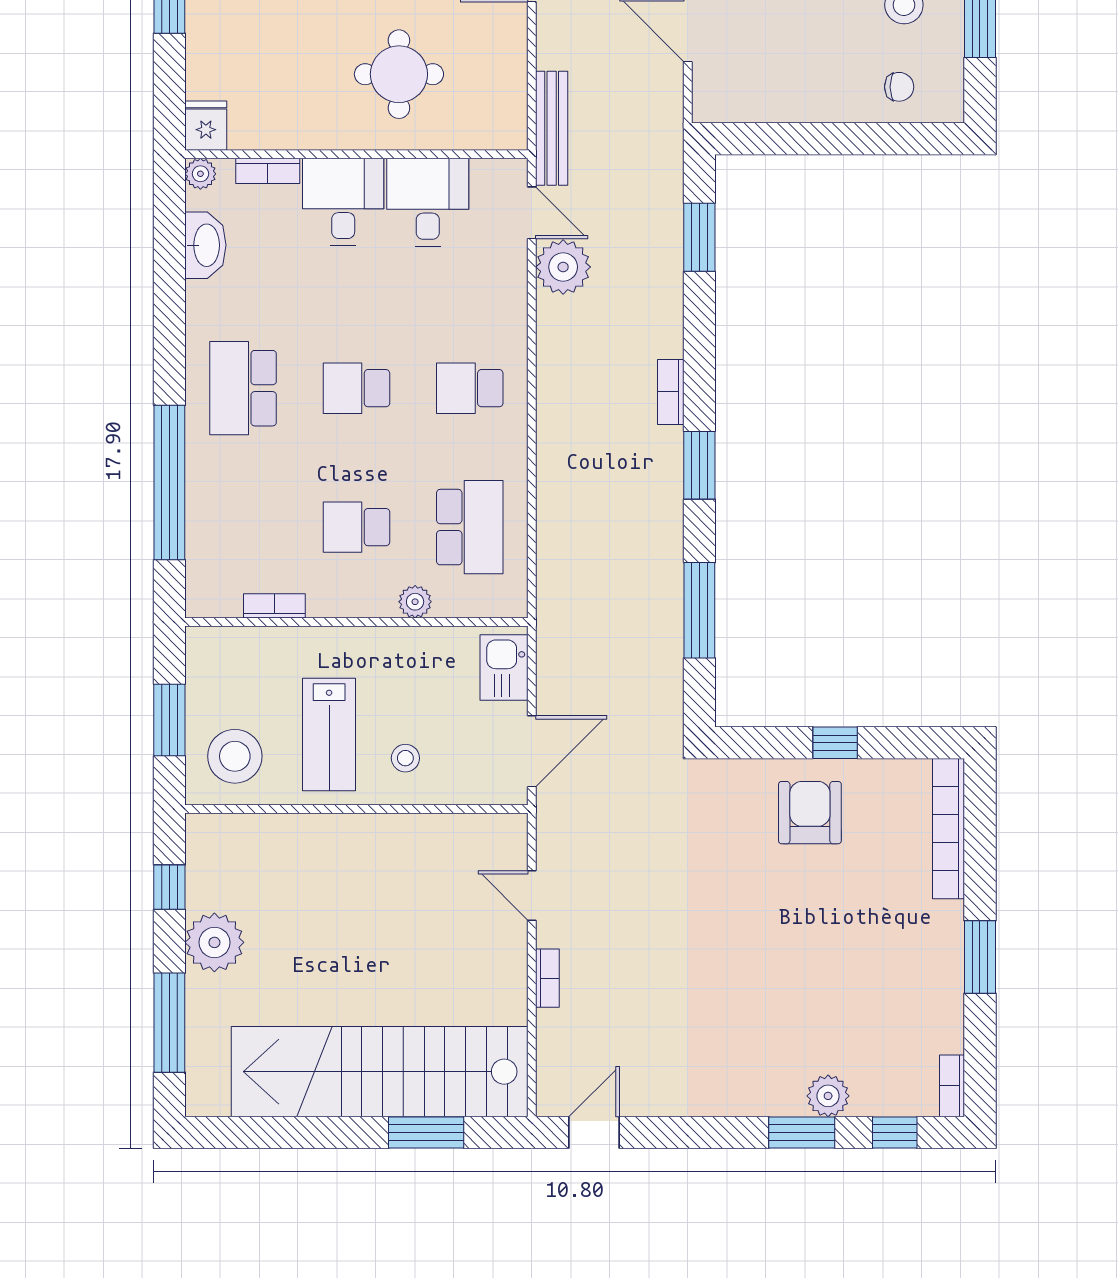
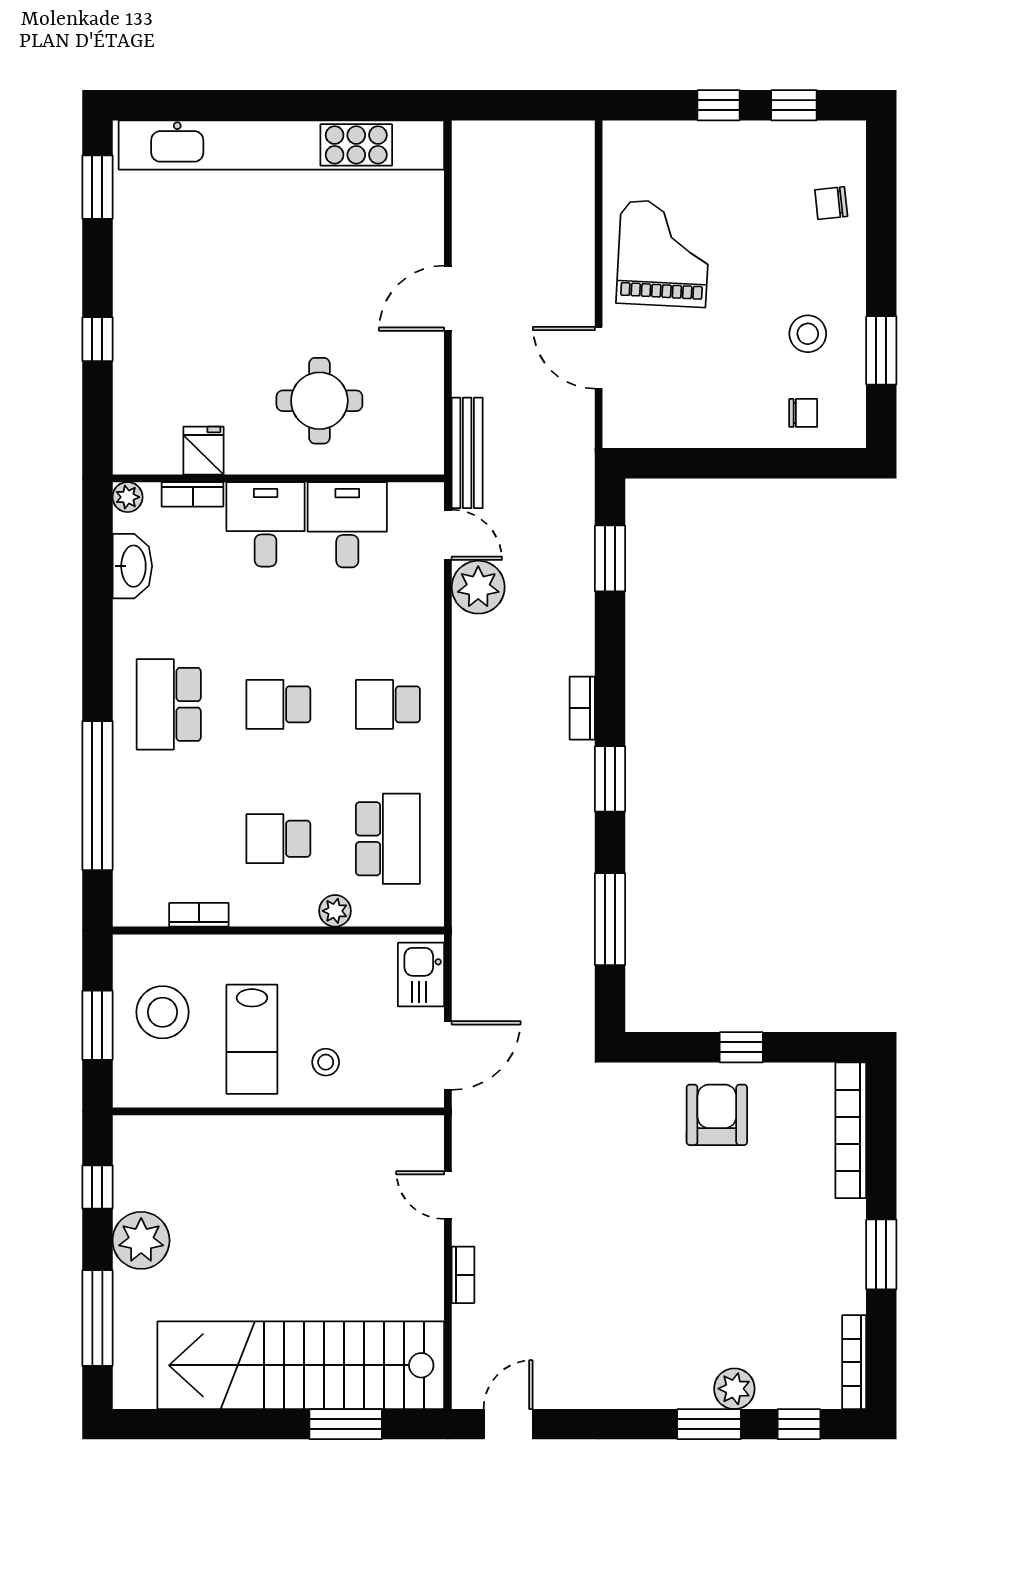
fridge: (206, 126) -> (203, 451), moved
stool: (235, 756) -> (162, 1012), moved
bookcase: (952, 1086) -> (854, 1362), width x1.56

